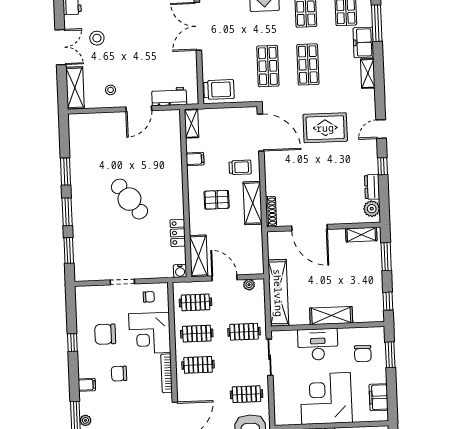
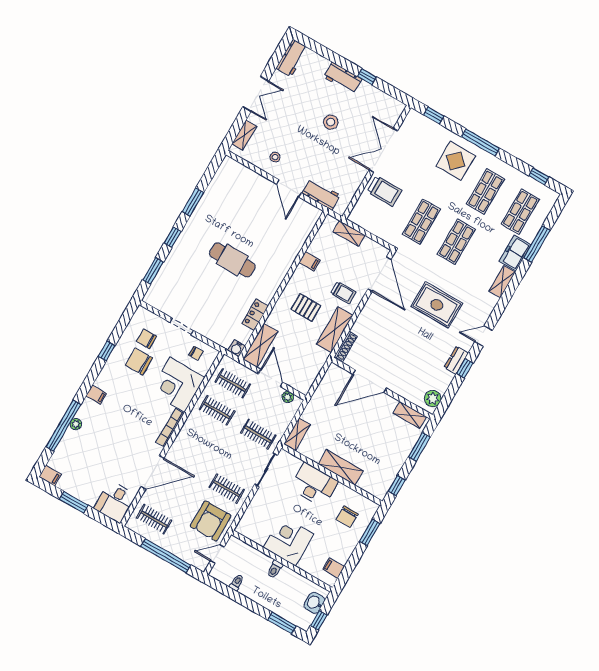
stool: (97, 38) -> (331, 122), moved
shelving: (75, 88) -> (244, 135), width x0.67, depth x0.75
trolley: (219, 90) -> (384, 191), moved
door: (139, 109) -> (289, 188), hinge flipped
shelving: (192, 123) -> (349, 233), moved, turned 90
dresser: (372, 187) -> (456, 360), moved
cafe table: (129, 199) -> (232, 260), turned -53
window: (67, 212) -> (173, 237), width x0.67
door: (309, 228) -> (370, 381), hinge flipped
shelving: (278, 293) -> (297, 434), width x0.45, depth x0.75
clothes rail: (198, 365) -> (201, 438), removed
chair: (119, 374) -> (146, 339), moved
filing cabinet: (379, 397) -> (334, 568), width x0.50
corner desk: (326, 398) -> (288, 541), width x0.74, depth x0.74

